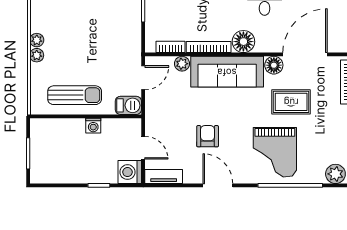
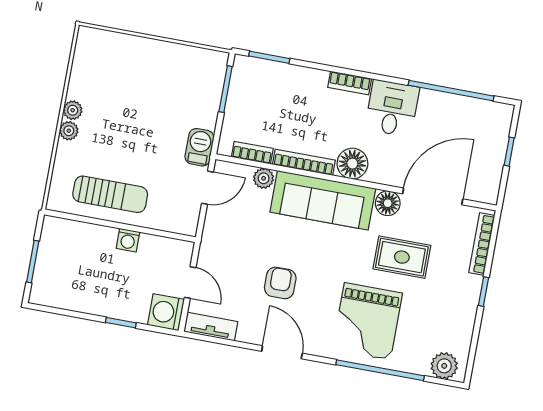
barbecue: (128, 105) -> (199, 147), moved, turned -90

